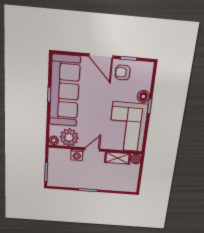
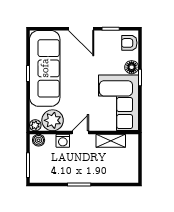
armchair: (123, 72) -> (129, 43), moved
boiler: (136, 159) -> (39, 140), moved

